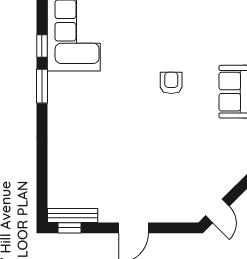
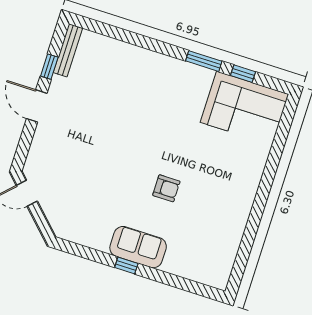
window: (69, 228) -> (49, 67), moved

